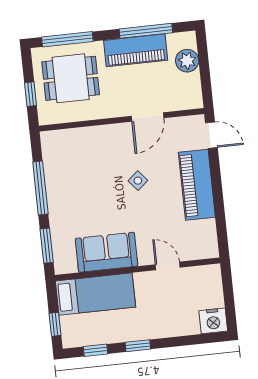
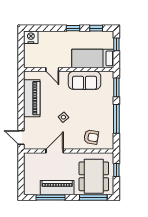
plant: (187, 61) -> (30, 179), removed
dining table: (71, 78) -> (94, 176), width x1.38
armchair: (83, 150) -> (91, 137), added
piano: (197, 185) -> (32, 98), moved

